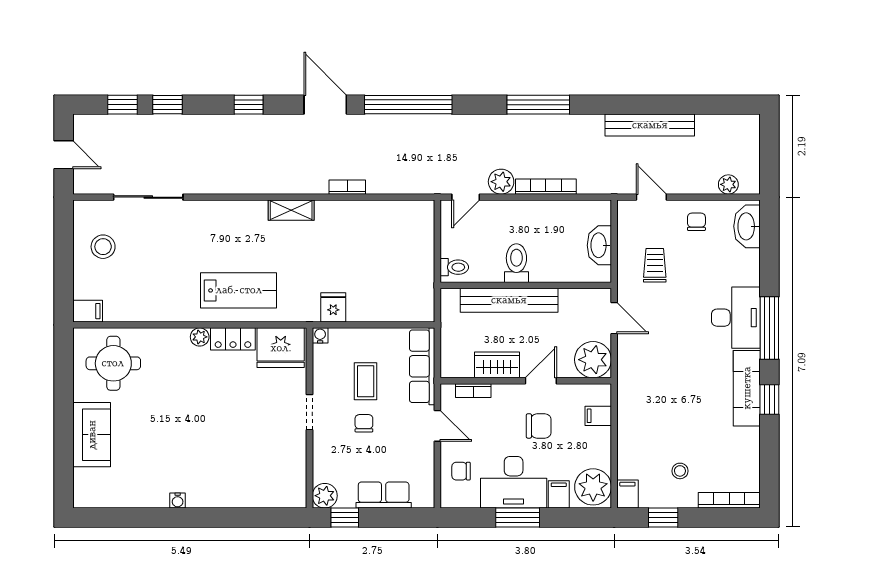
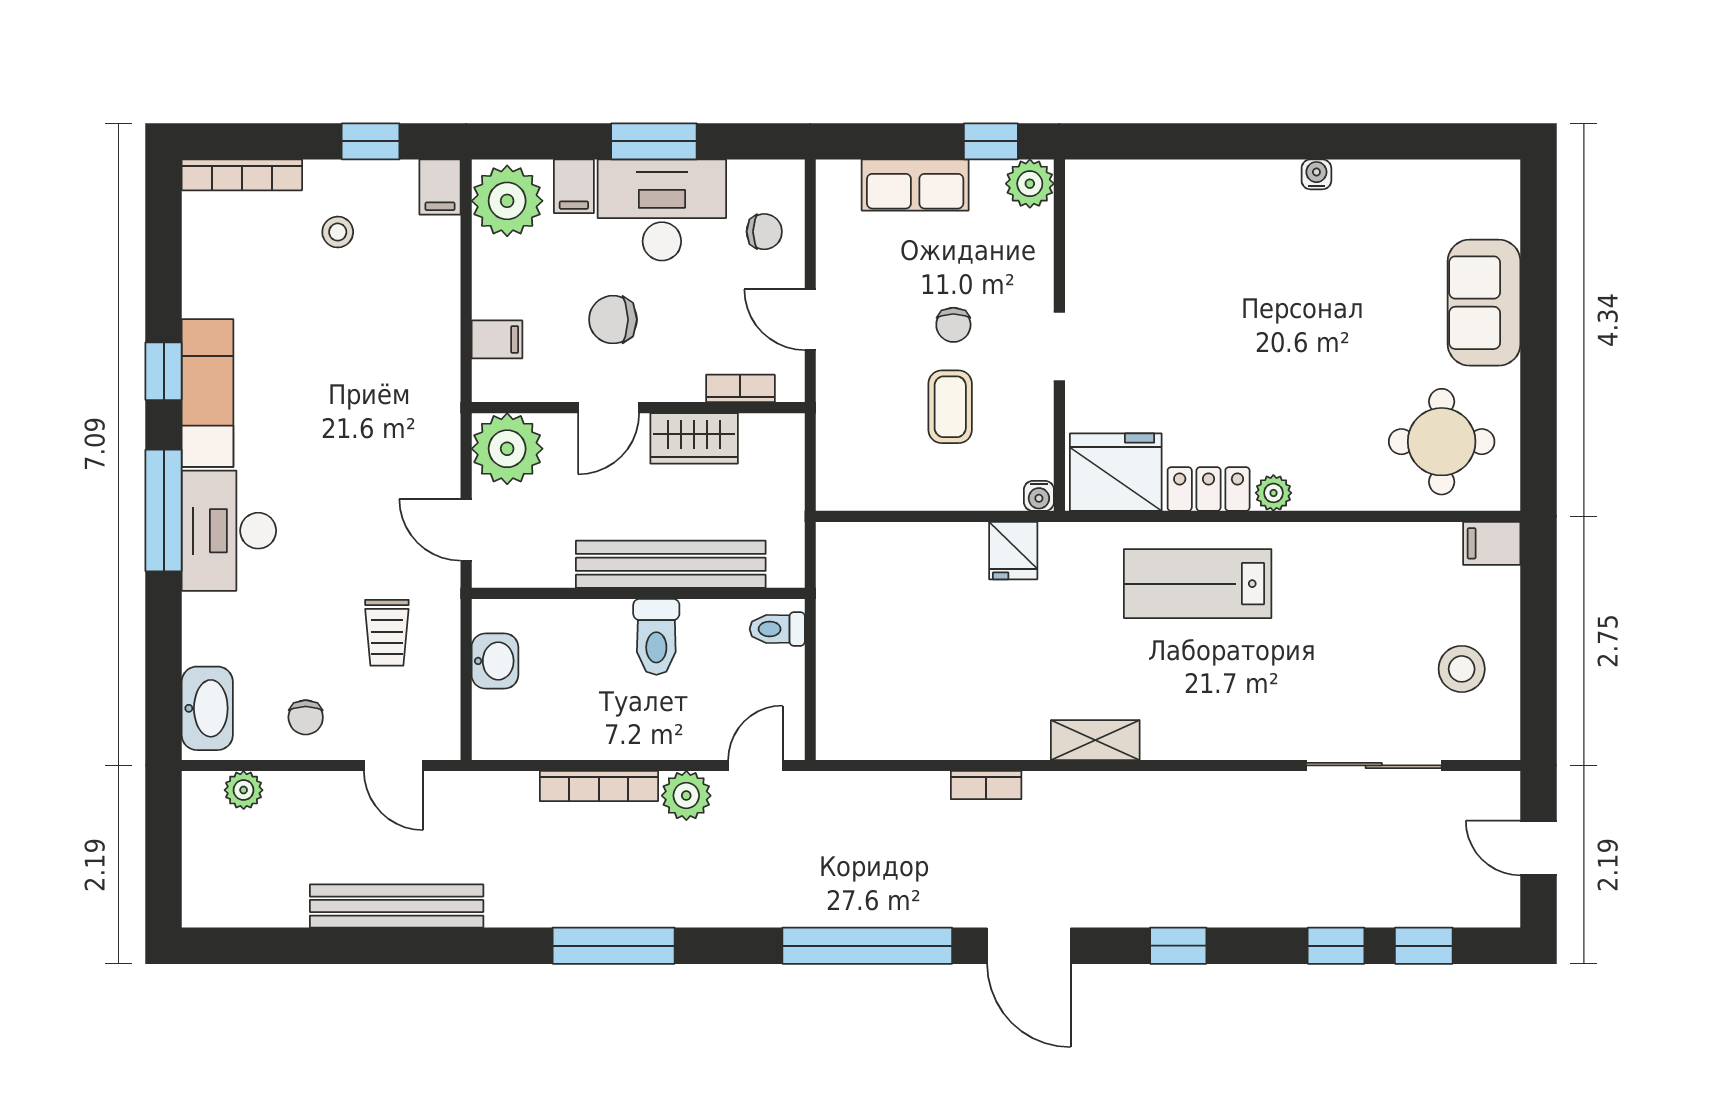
washbasin: (599, 245) -> (495, 661), width x0.72
row of seats: (422, 366) -> (840, 436), removed

